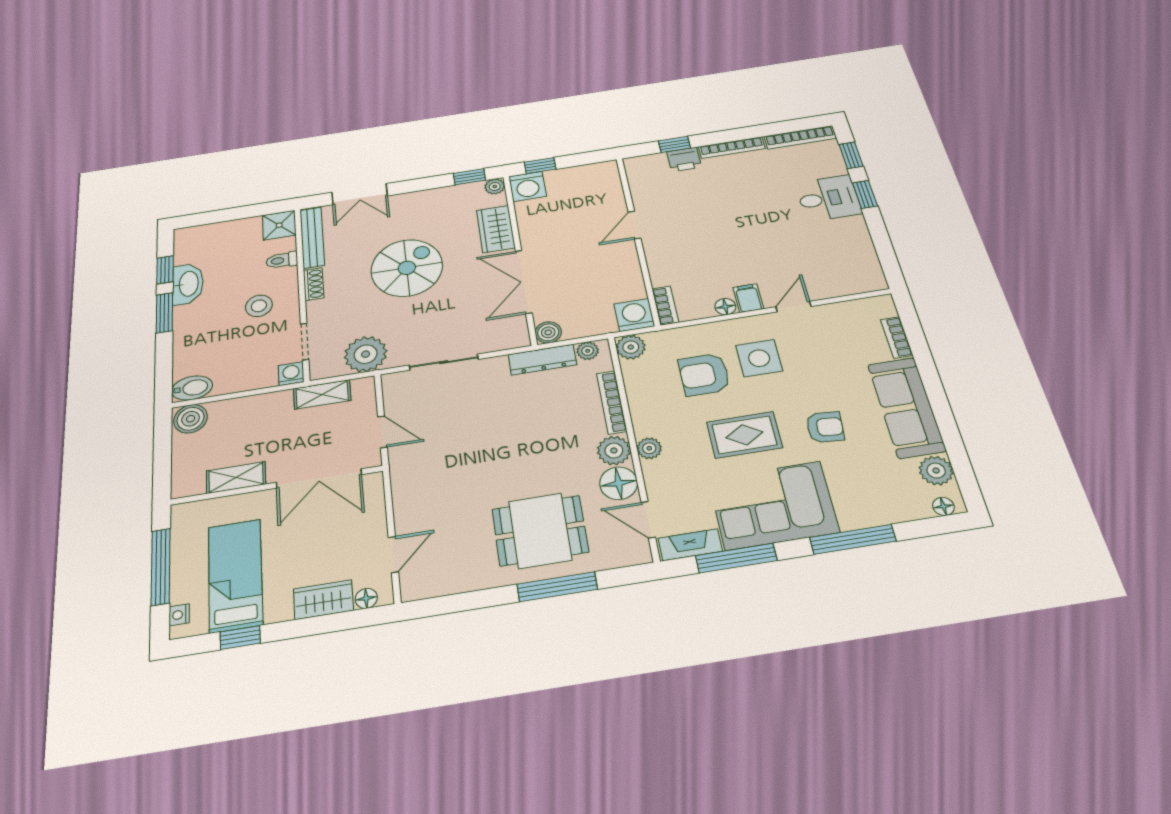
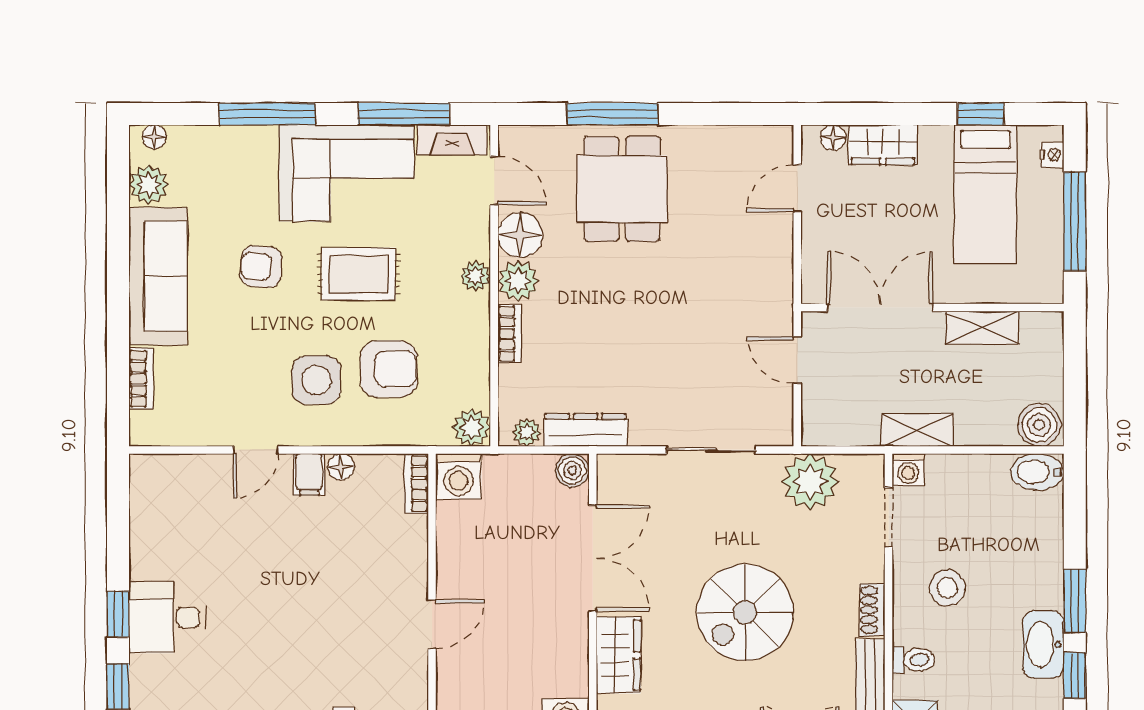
shelving: (322, 394) -> (917, 430), moved
bookcase: (612, 402) -> (509, 333), width x0.64
dining table: (540, 531) -> (622, 189), turned 90

